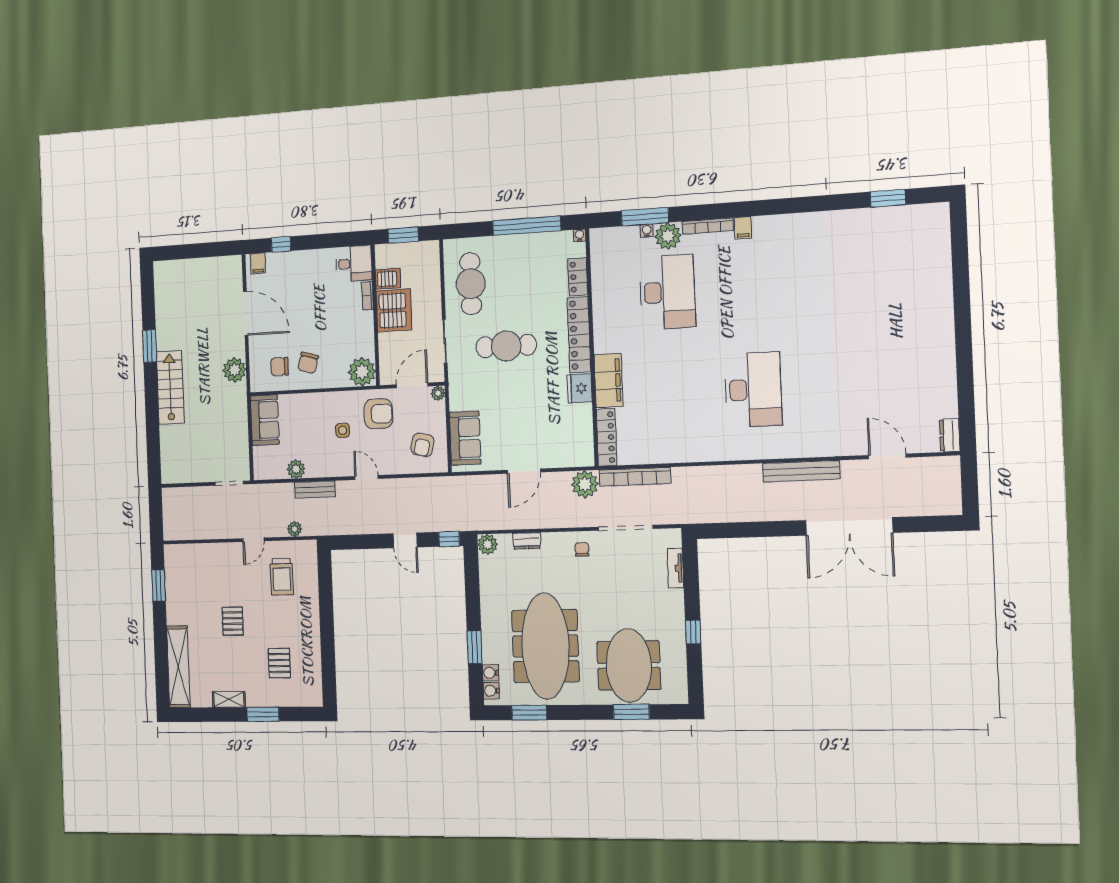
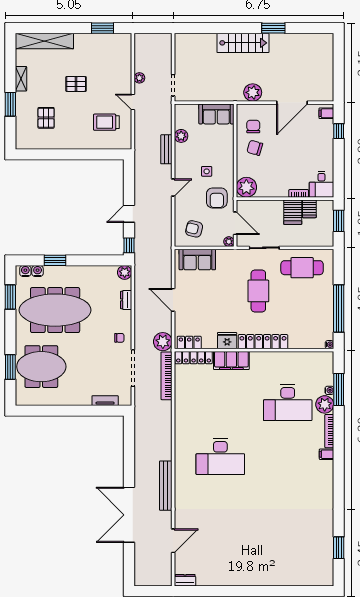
locker: (578, 277) -> (189, 342), moved
server rack: (394, 310) -> (293, 212), width x0.62
plant: (295, 529) -> (139, 78), moved
window: (693, 632) -> (63, 411), removed
pallet: (279, 663) -> (46, 118), turned 90

